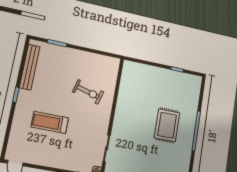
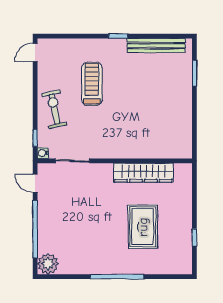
exercise bike: (88, 92) -> (54, 109), moved, turned 153
wardrobe: (125, 97) -> (143, 173), added
rug: (167, 125) -> (143, 227), moved, turned 90

